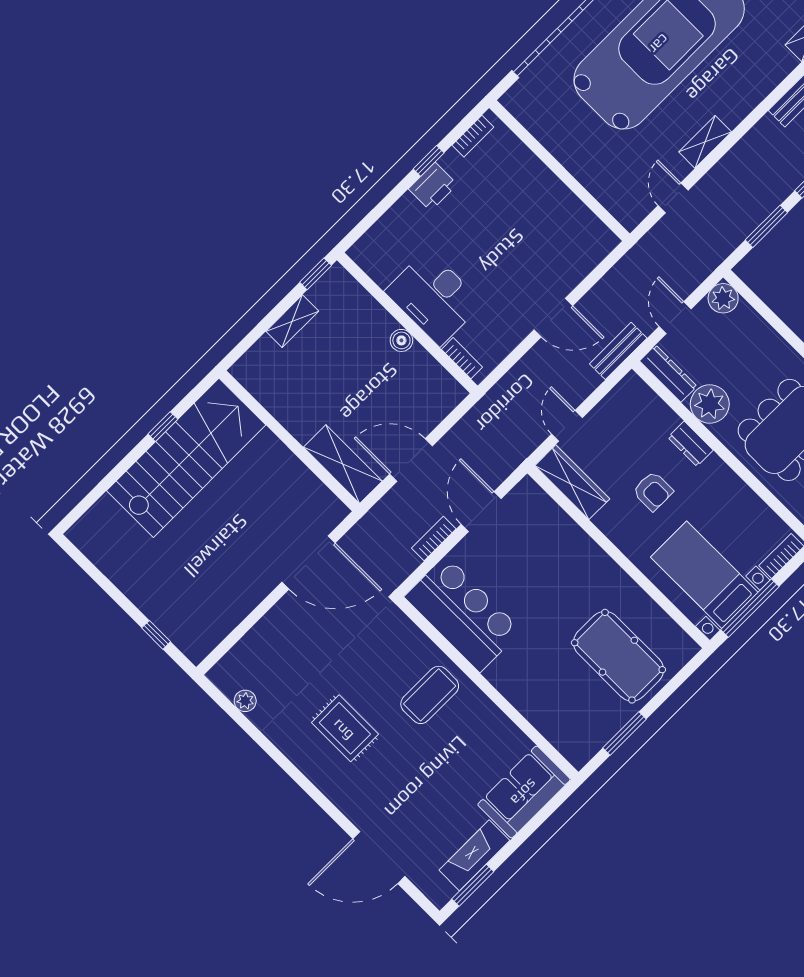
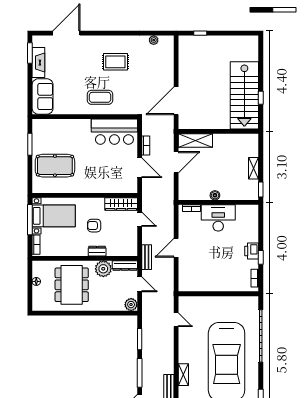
shelving: (705, 142) -> (183, 375), moved
coffee table: (430, 695) -> (100, 97), turned 90

